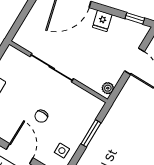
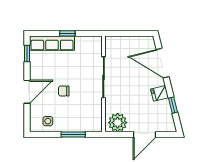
window: (135, 18) -> (173, 105), moved
plant: (108, 88) -> (118, 123), width x1.88, depth x1.88

